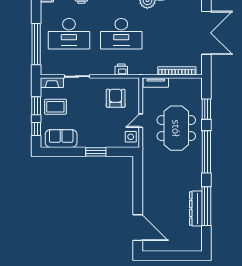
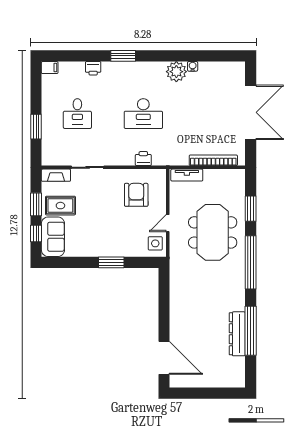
desk: (69, 34) -> (77, 114), width x0.53, depth x0.77
desk: (121, 34) -> (143, 114), width x0.73, depth x0.77
window: (36, 44) -> (36, 127), width x0.47
sofa: (61, 138) -> (53, 237), moved, turned 90

